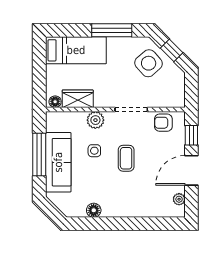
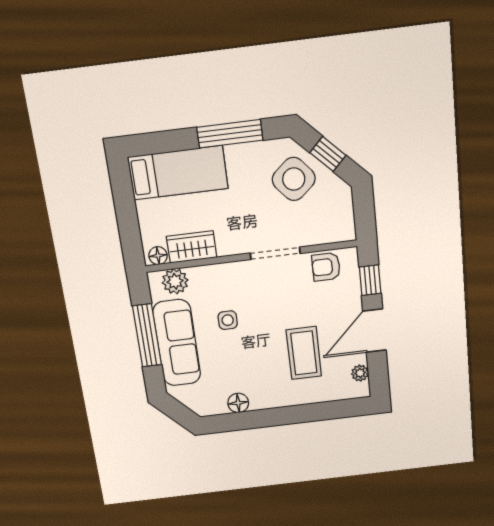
plant: (95, 120) -> (175, 281), moved
coffee table: (126, 158) -> (304, 353), moved, width x1.36, depth x1.30

